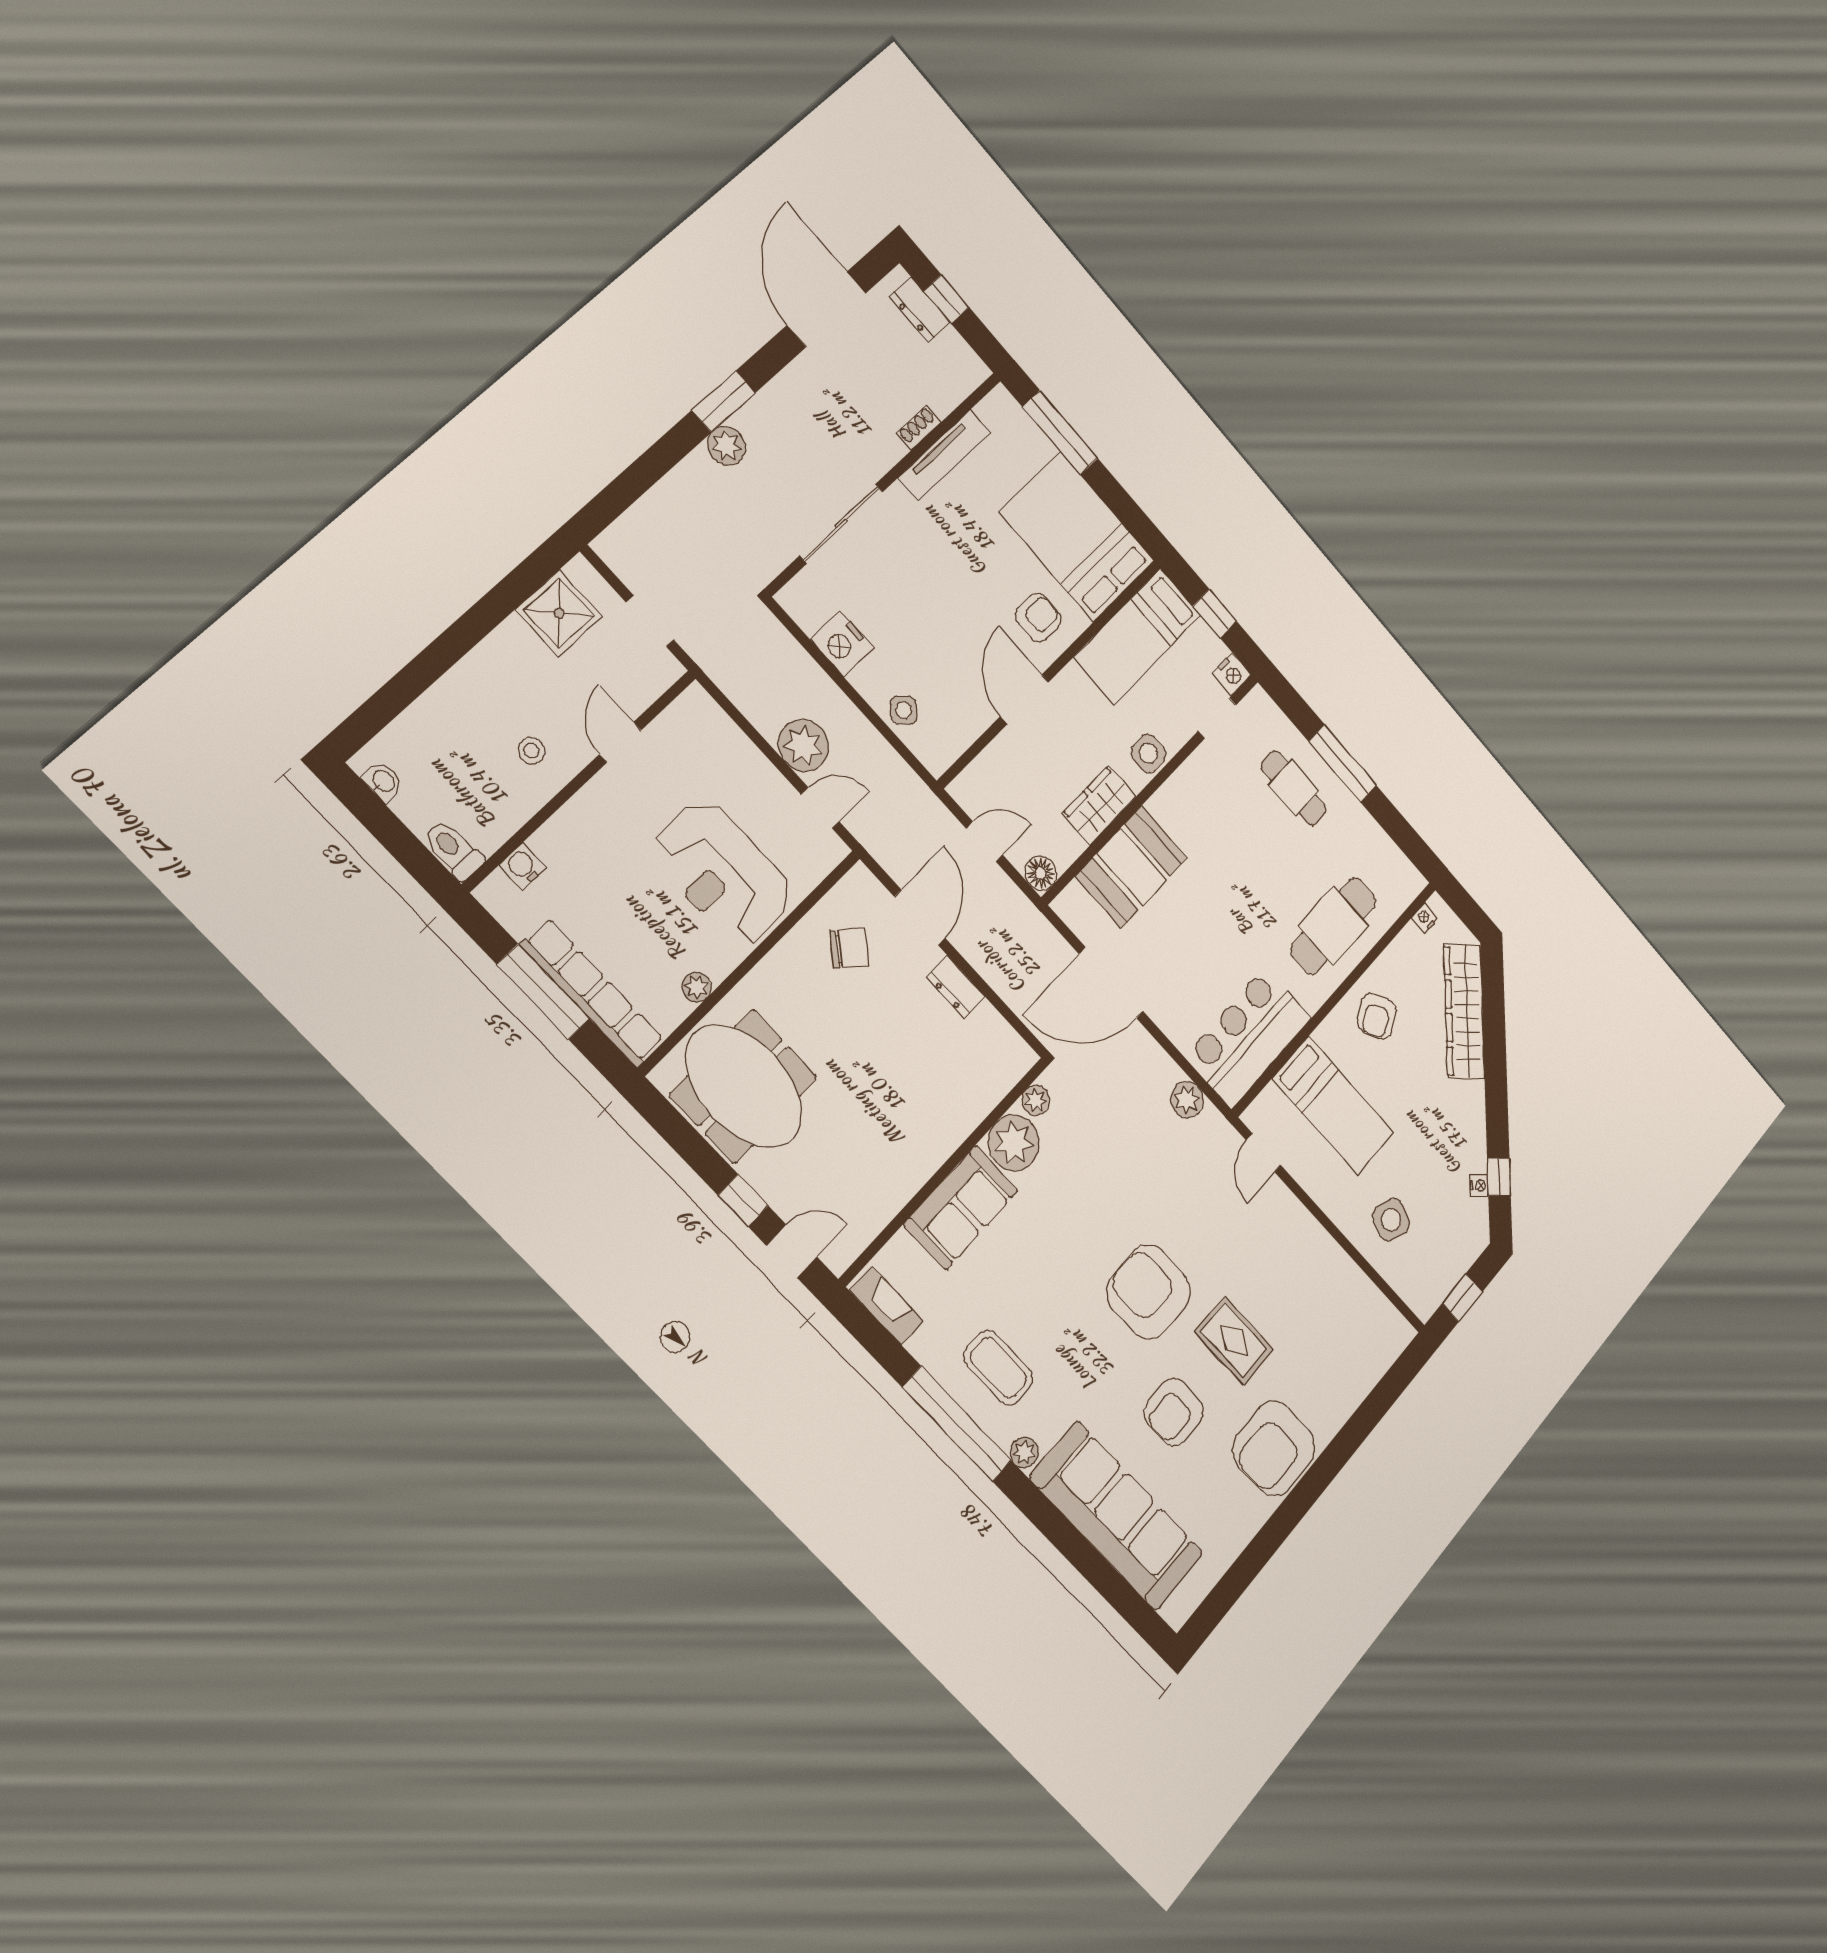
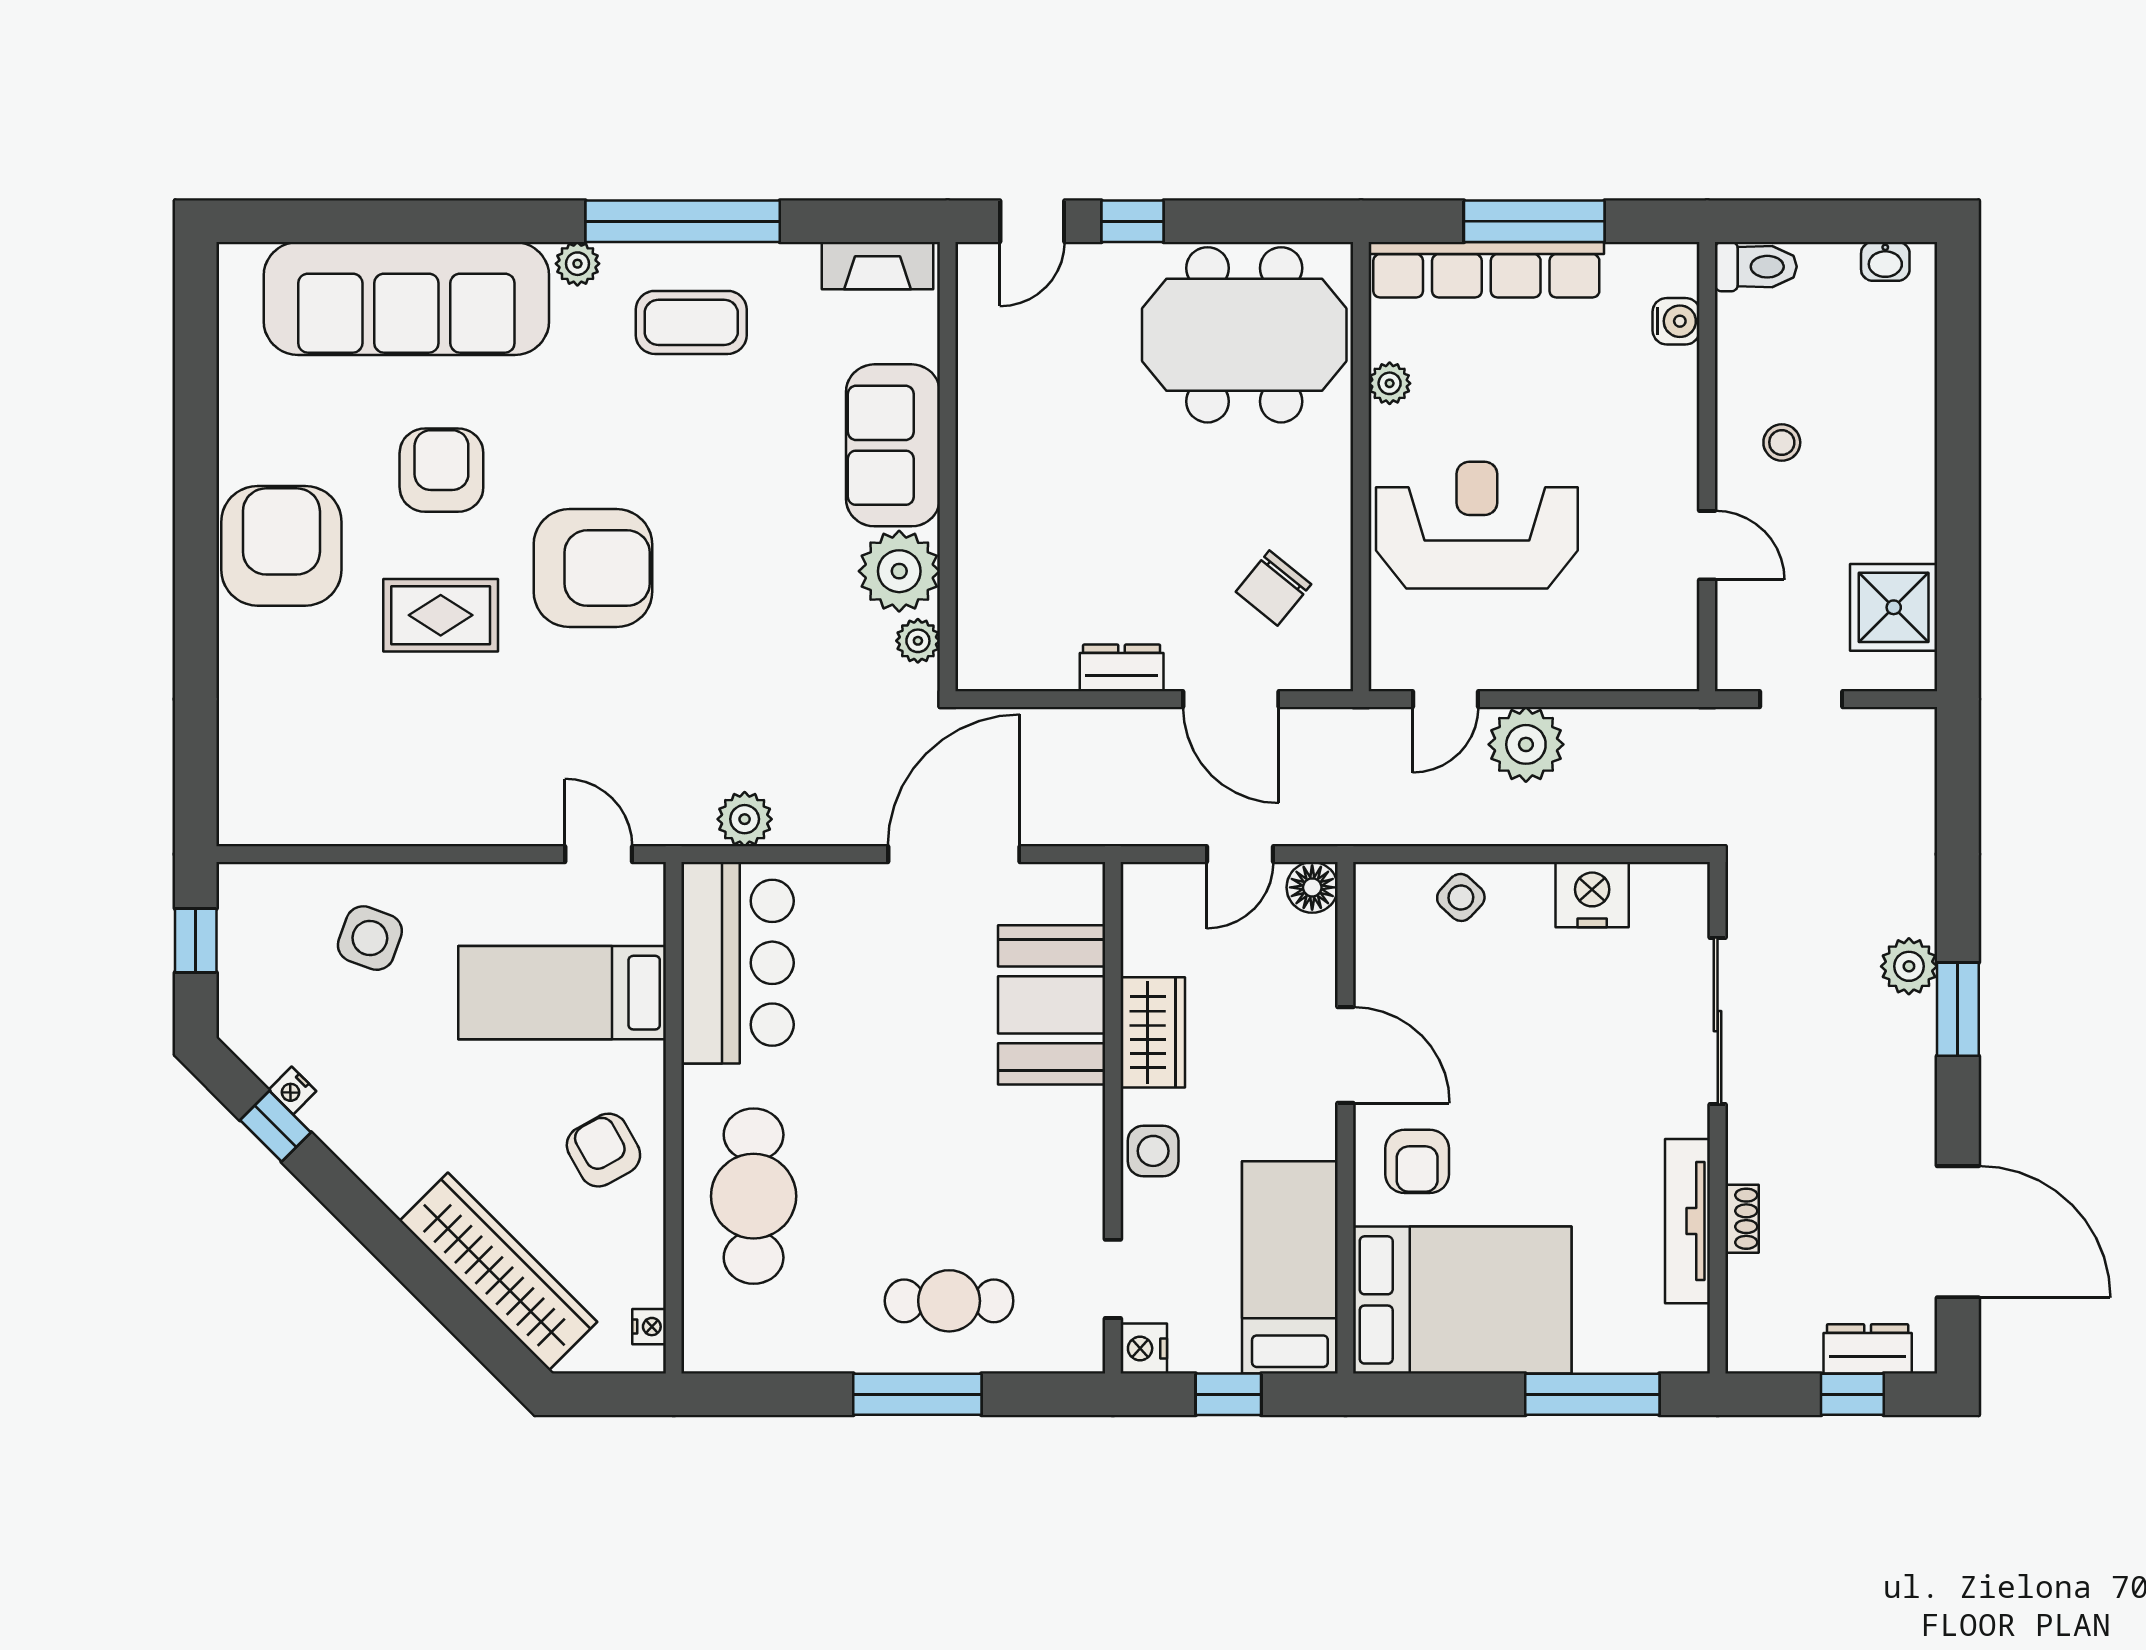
floor lamp: (1041, 873) -> (1312, 887), moved

